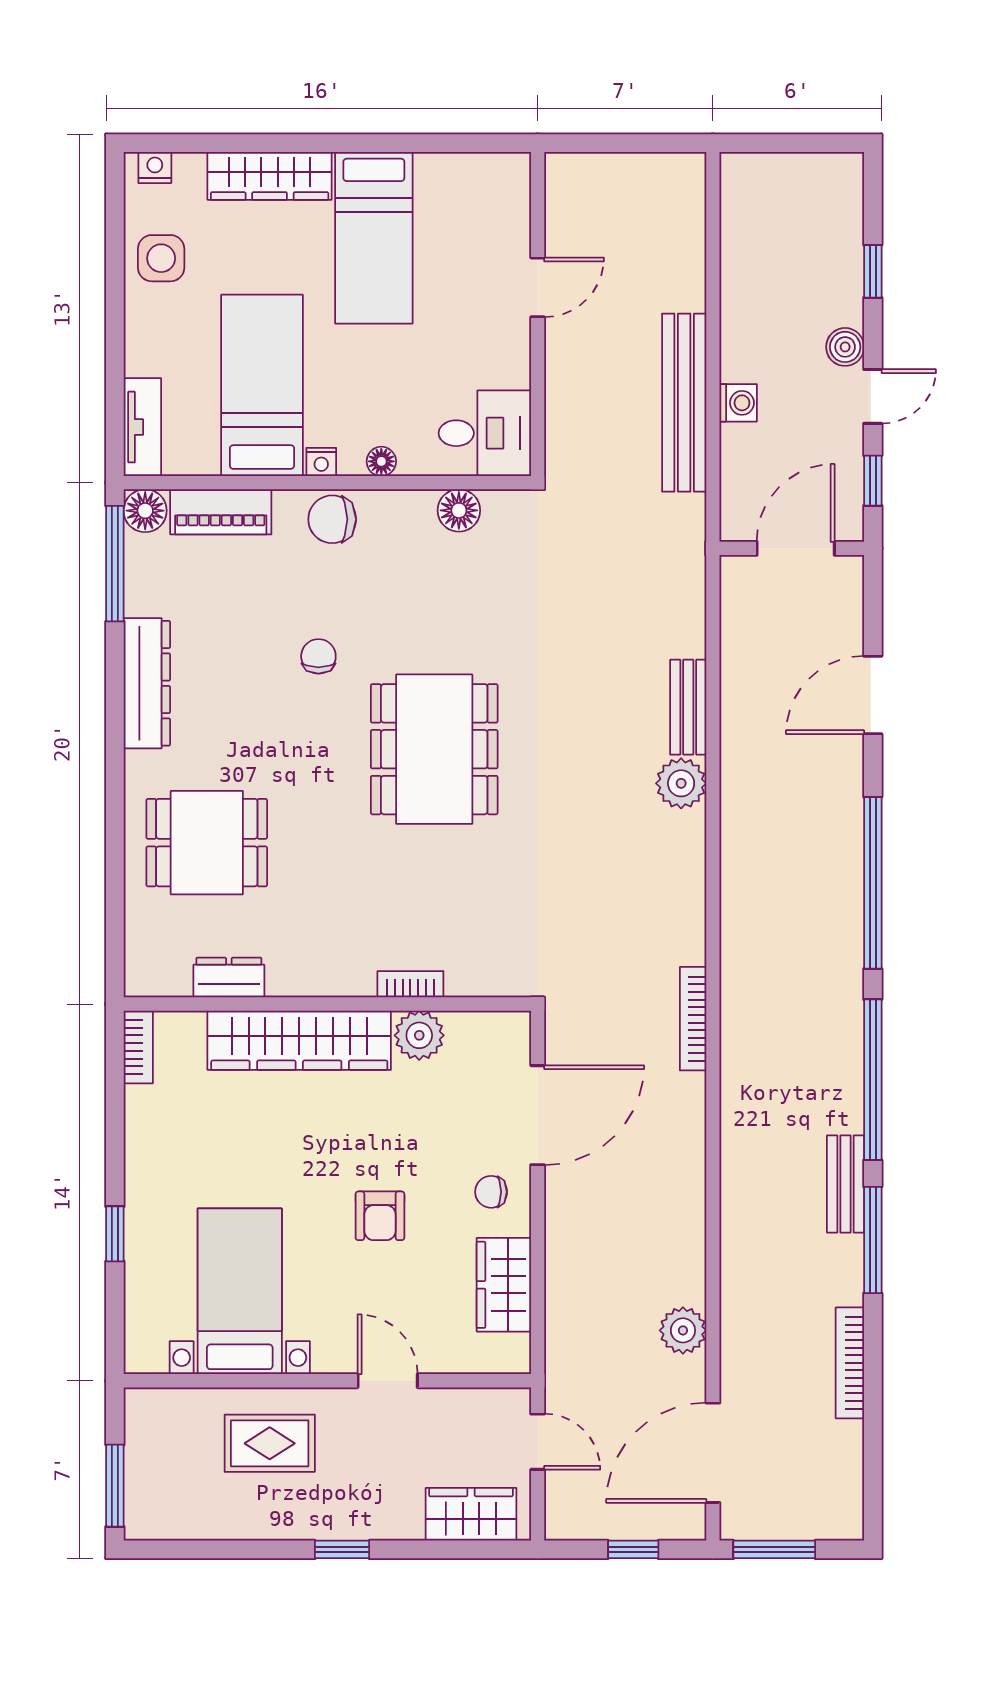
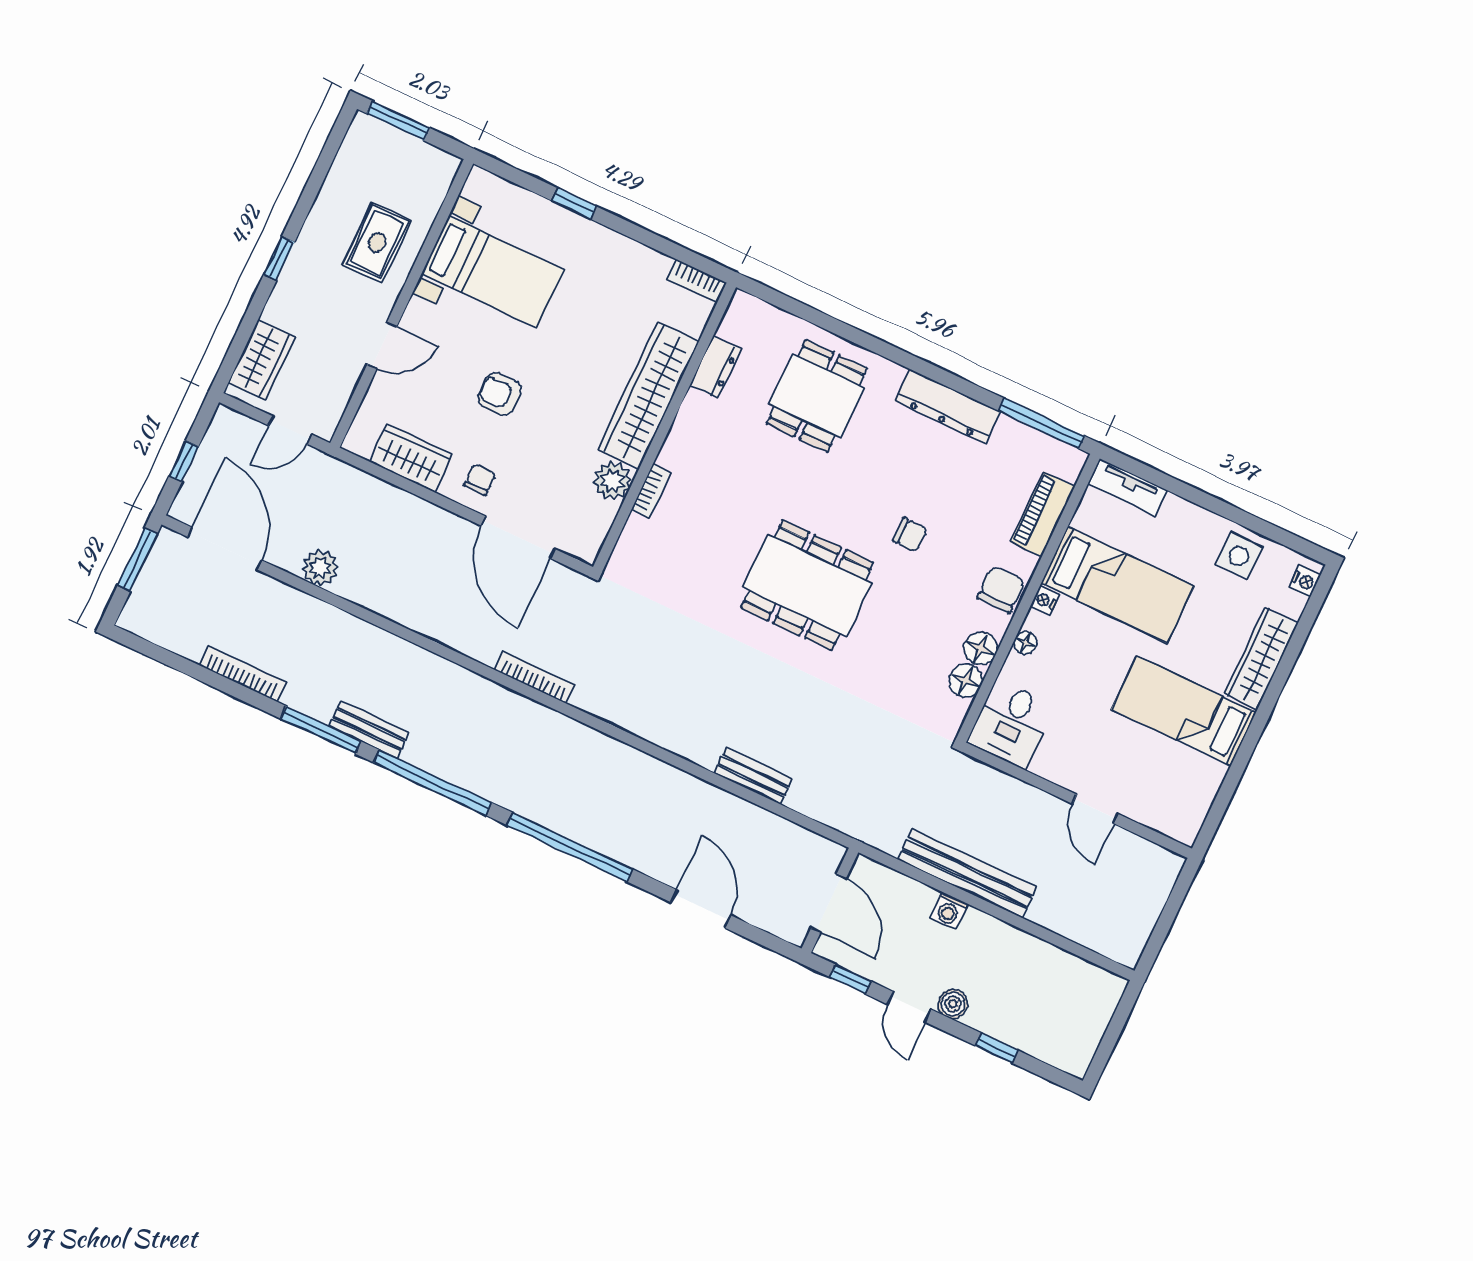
floor lamp: (145, 511) -> (981, 648), moved
plant: (681, 783) -> (702, 746), removed

